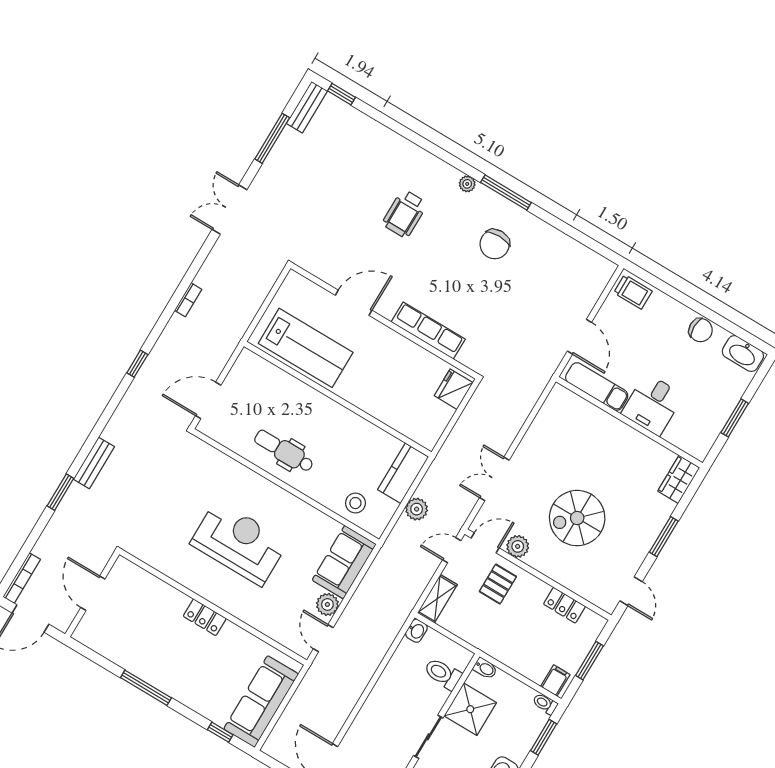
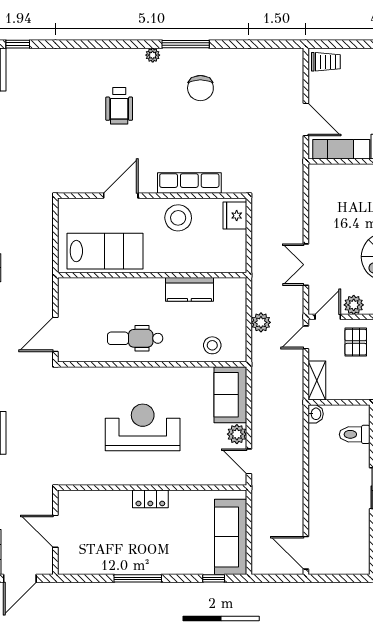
stool: (397, 358) -> (178, 218), added
kitchen counter: (403, 473) -> (189, 289), moved, turned -90

